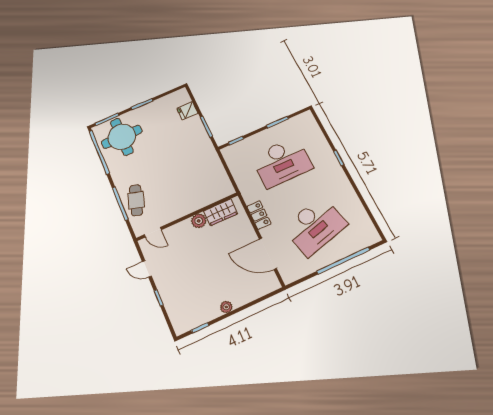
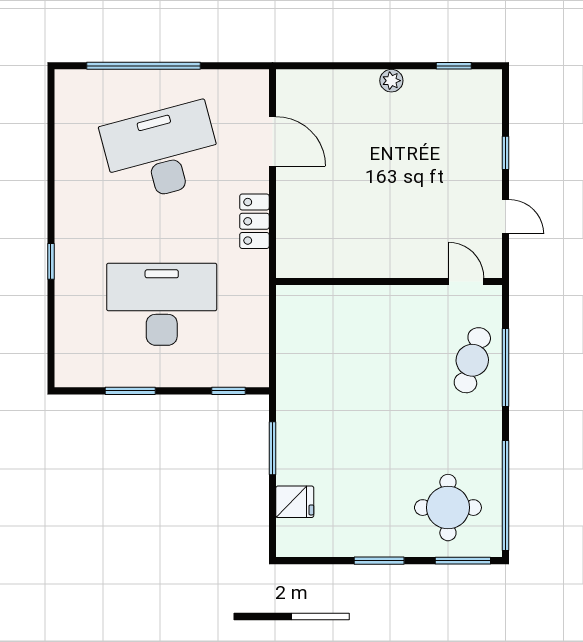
round table: (122, 137) -> (448, 508), width x0.73, depth x0.73
wardrobe: (221, 212) -> (323, 260), removed
plant: (199, 221) -> (371, 263), removed
door: (268, 254) -> (272, 141), width x0.73

